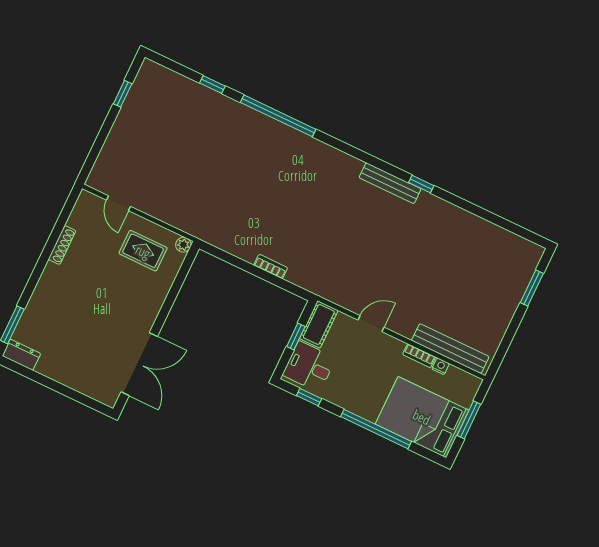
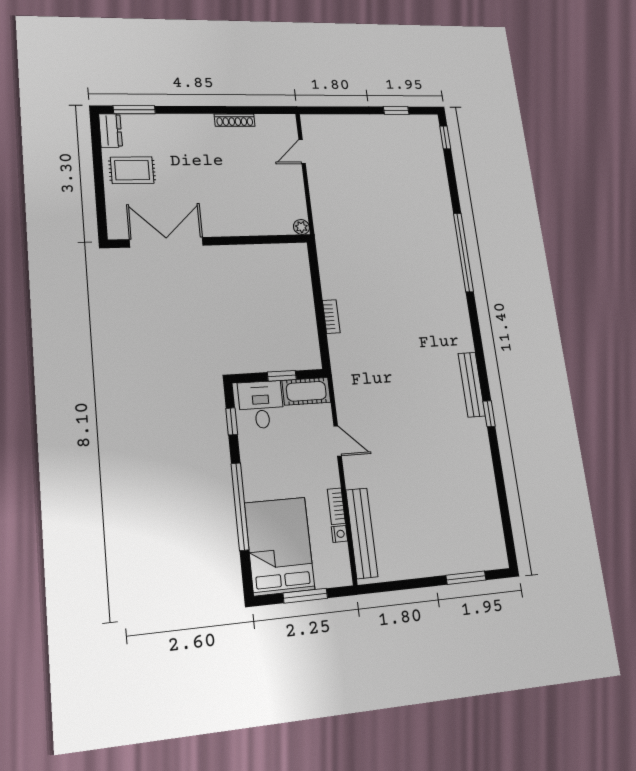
window: (212, 84) -> (445, 137), moved
rug: (143, 251) -> (132, 170), moved, turned 90
double door: (139, 364) -> (166, 242), swing flipped

